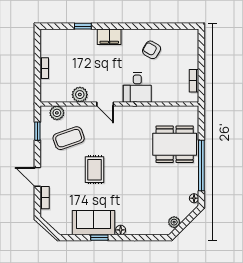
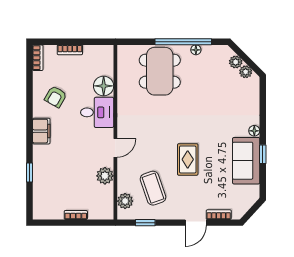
bookcase: (187, 34) -> (38, 58), added
filing cabinet: (109, 37) -> (41, 131), moved
bookcase: (194, 81) -> (70, 50), moved
floor lamp: (161, 93) -> (104, 86), added
rug: (95, 170) -> (188, 159), turned 90
floor lamp: (194, 198) -> (196, 50), moved
plant: (183, 213) -> (236, 62), added

